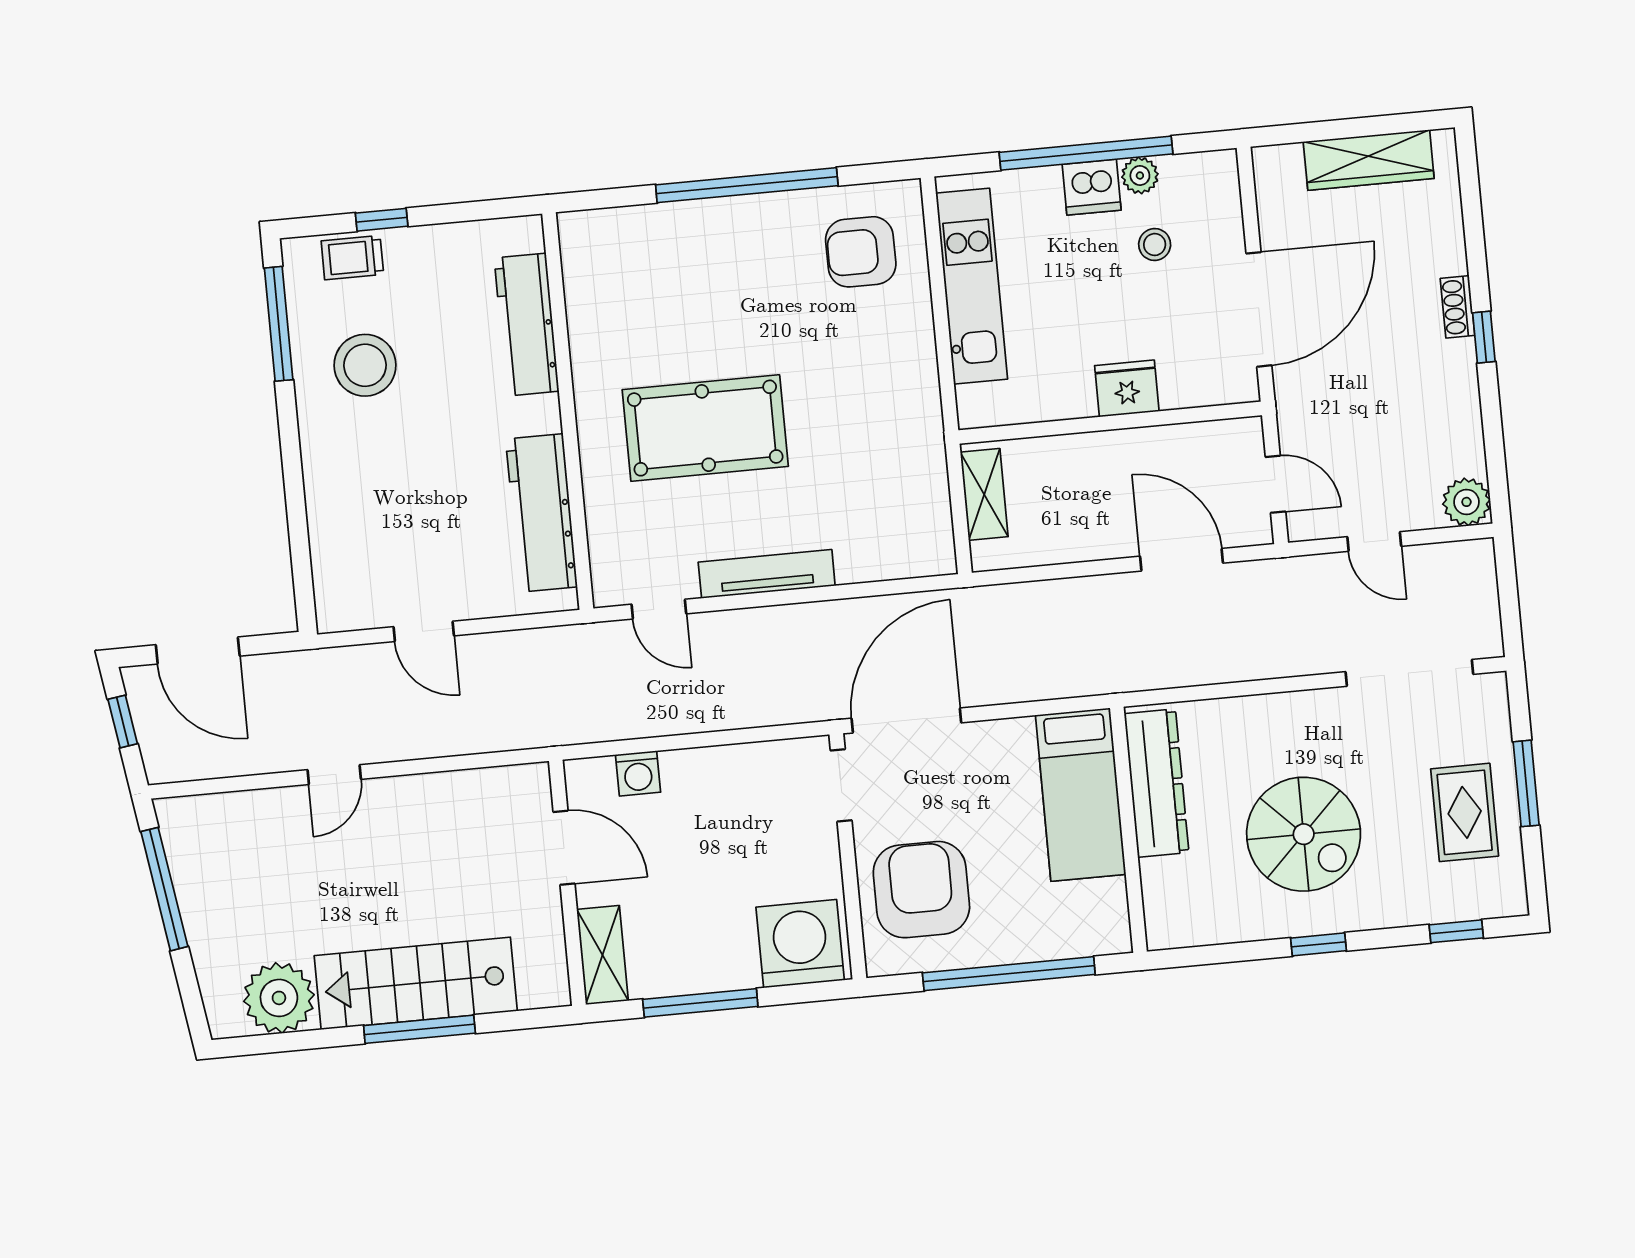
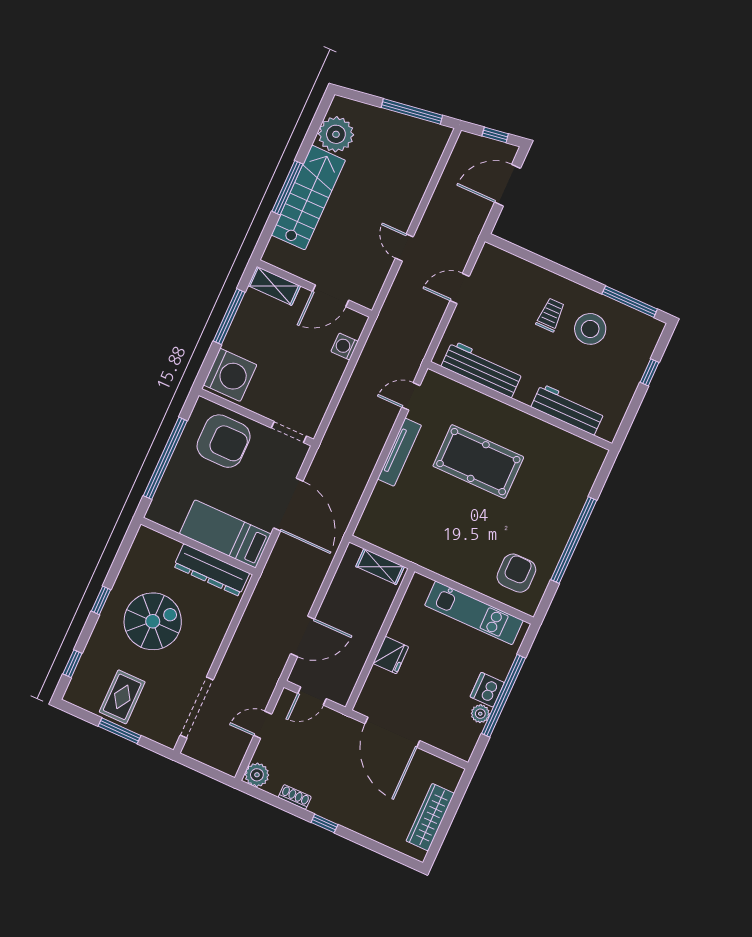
stool: (1155, 245) -> (447, 703), removed
trolley: (352, 258) -> (551, 315), moved
shoe rack: (1457, 307) -> (295, 797), moved
pool table: (705, 428) -> (478, 462), turned 90
door: (906, 720) -> (288, 505), moved
door: (334, 775) -> (404, 248), moved
rug: (1465, 812) -> (122, 697), turned 90
spiral stairs: (1304, 834) -> (153, 621), turned 180

